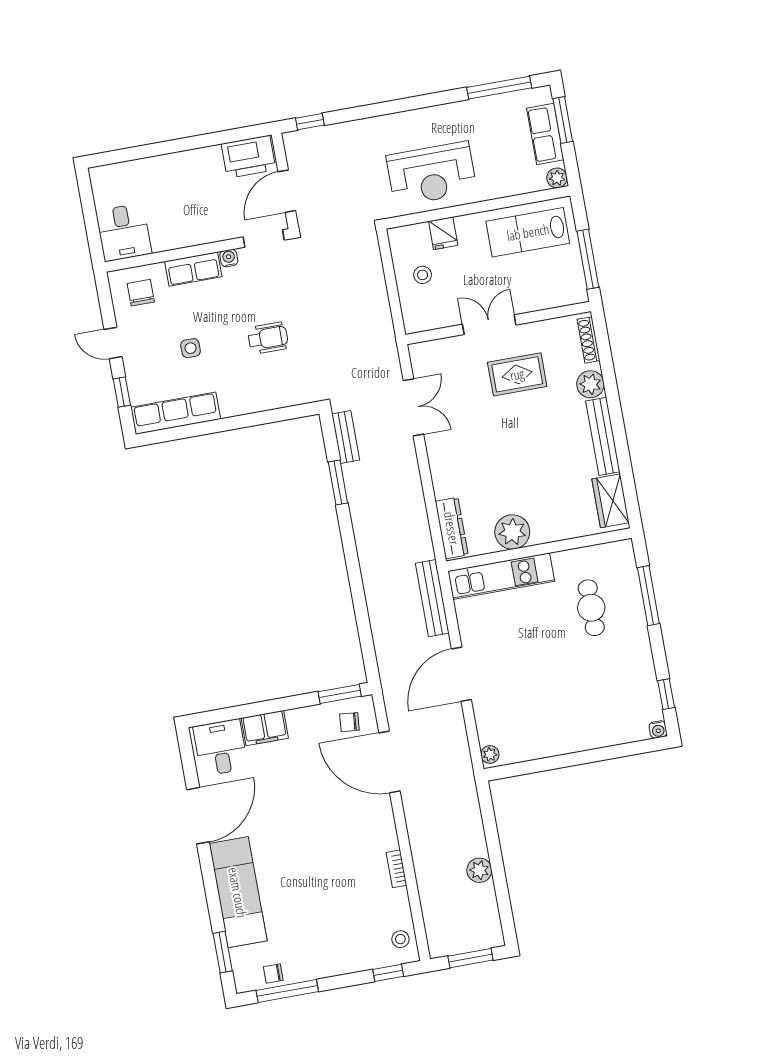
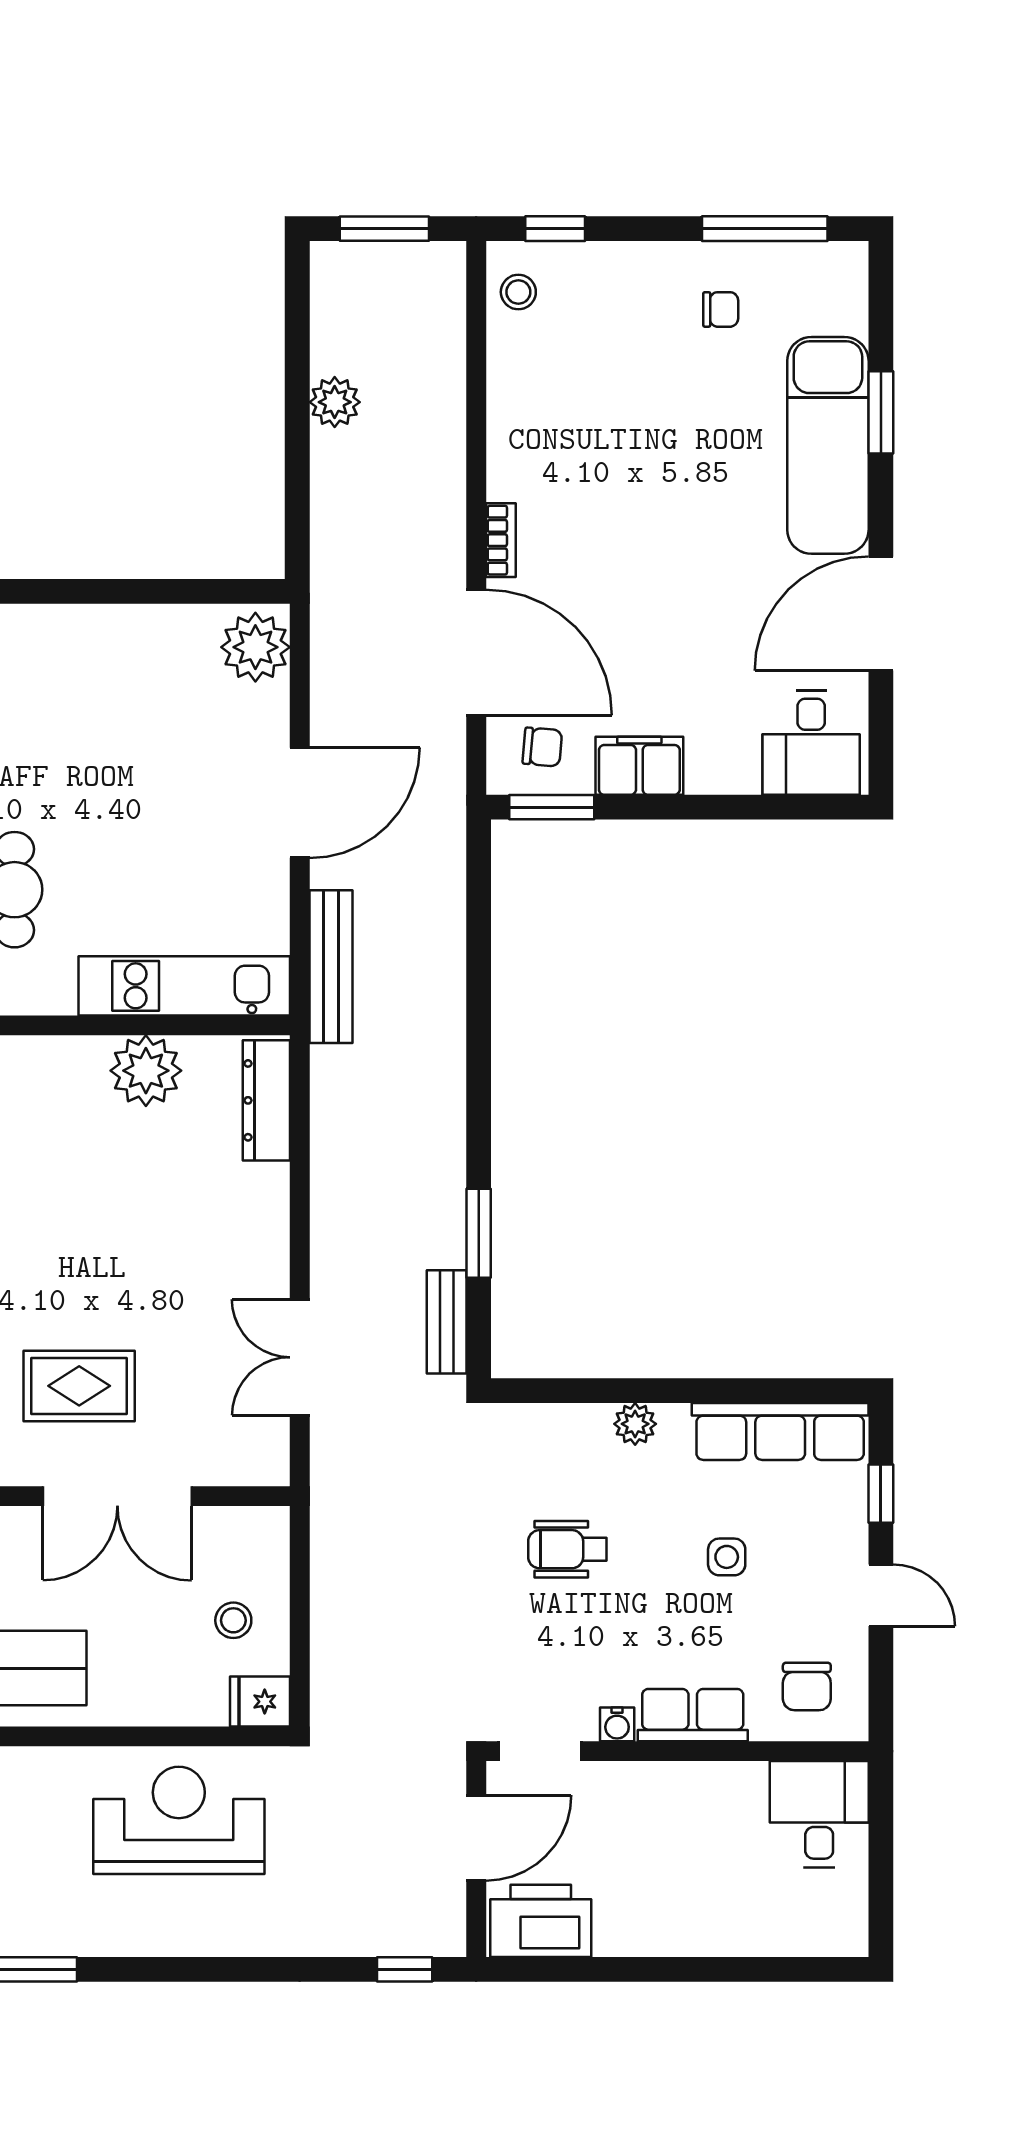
fridge: (443, 233) -> (260, 1702), moved, turned -90
double door: (489, 325) -> (117, 1496), width x1.37
plant: (246, 404) -> (635, 1424), added
filing cabinet: (265, 728) -> (639, 766), moved
plant: (490, 754) -> (255, 647), width x1.87, depth x1.87
bookcase: (396, 869) -> (501, 540), moved
window: (223, 952) -> (881, 412), moved
chair: (273, 973) -> (721, 309), moved

